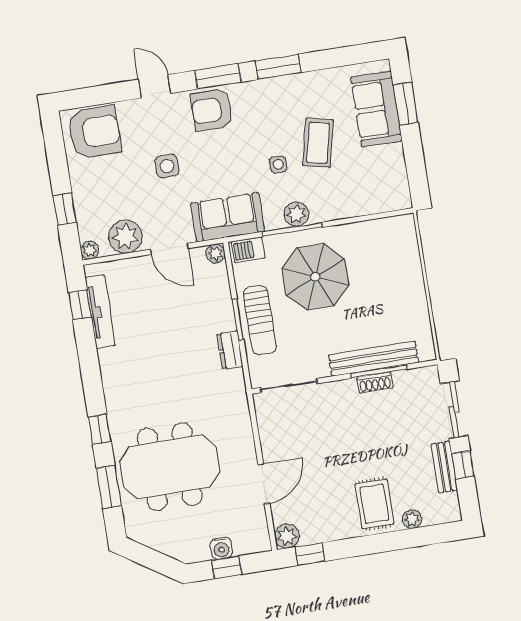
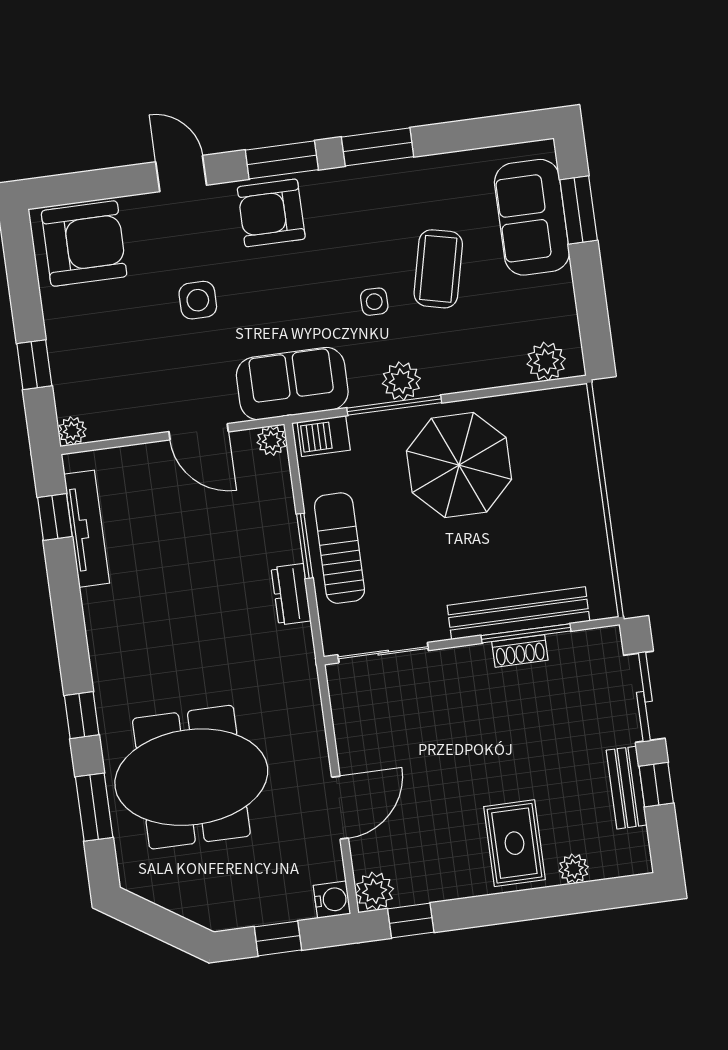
plant: (125, 237) -> (546, 361), moved, width x0.73, depth x0.73
parasol: (315, 277) -> (459, 465), moved
sun lounger: (260, 320) -> (340, 548), turned 180
water cooler: (221, 548) -> (332, 900), moved, turned -90

